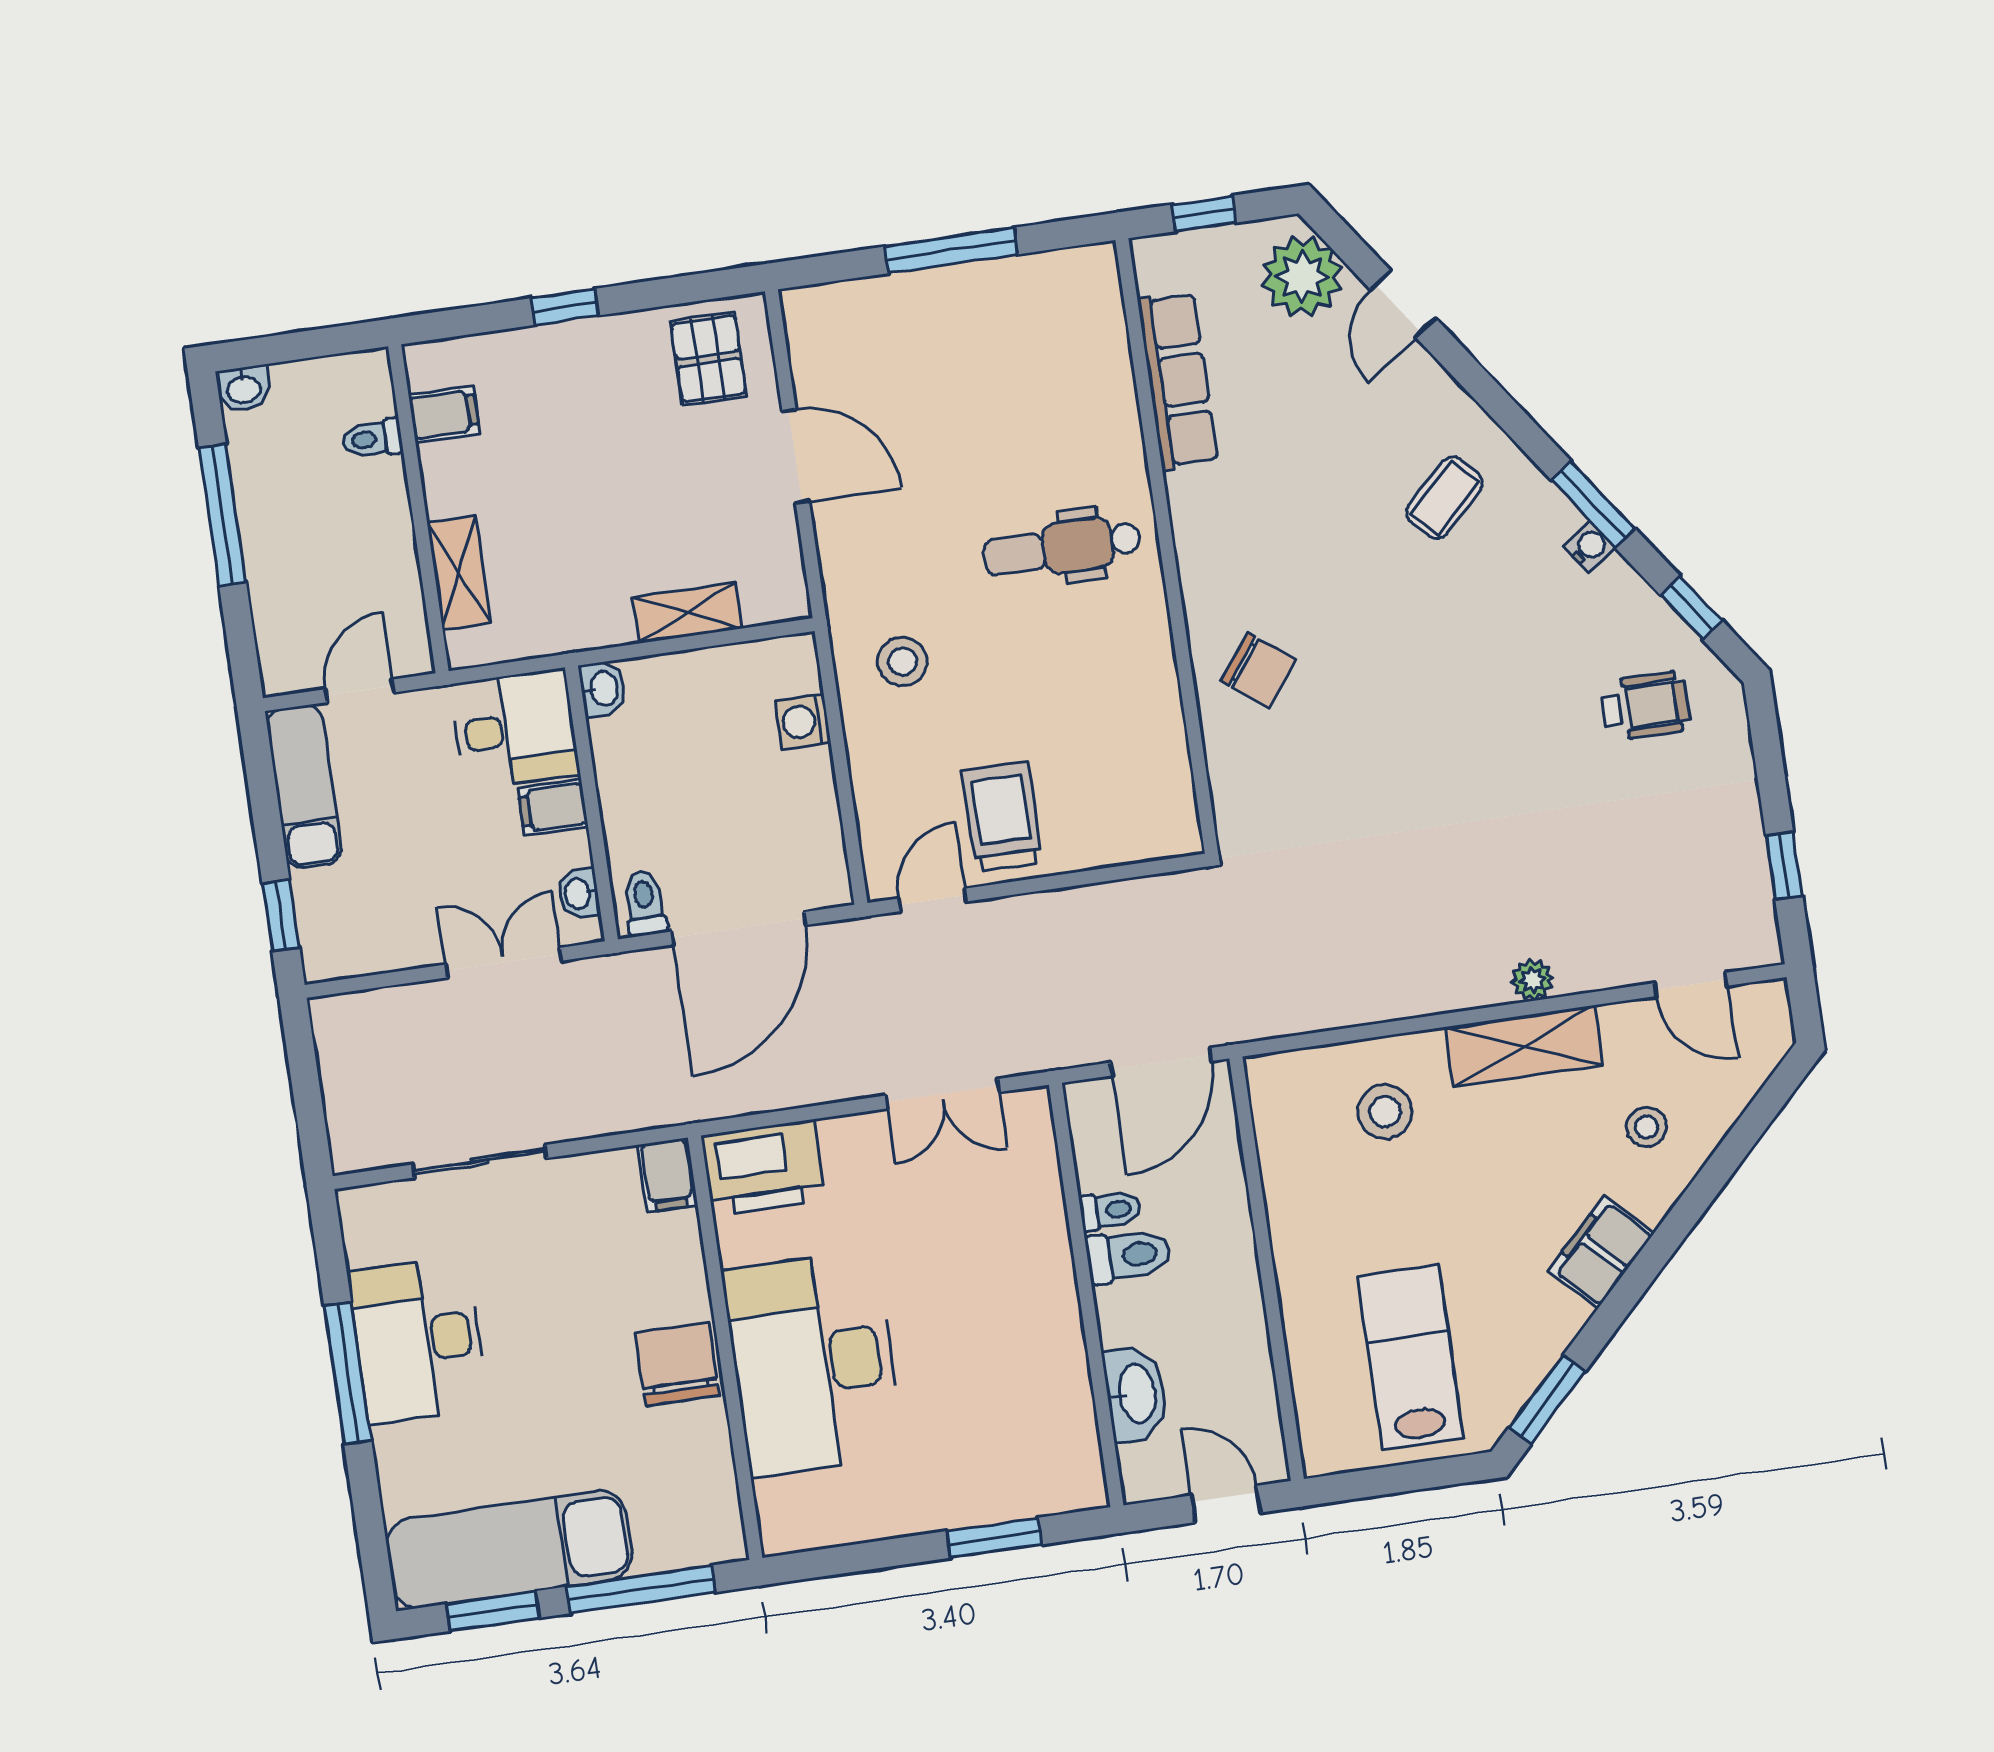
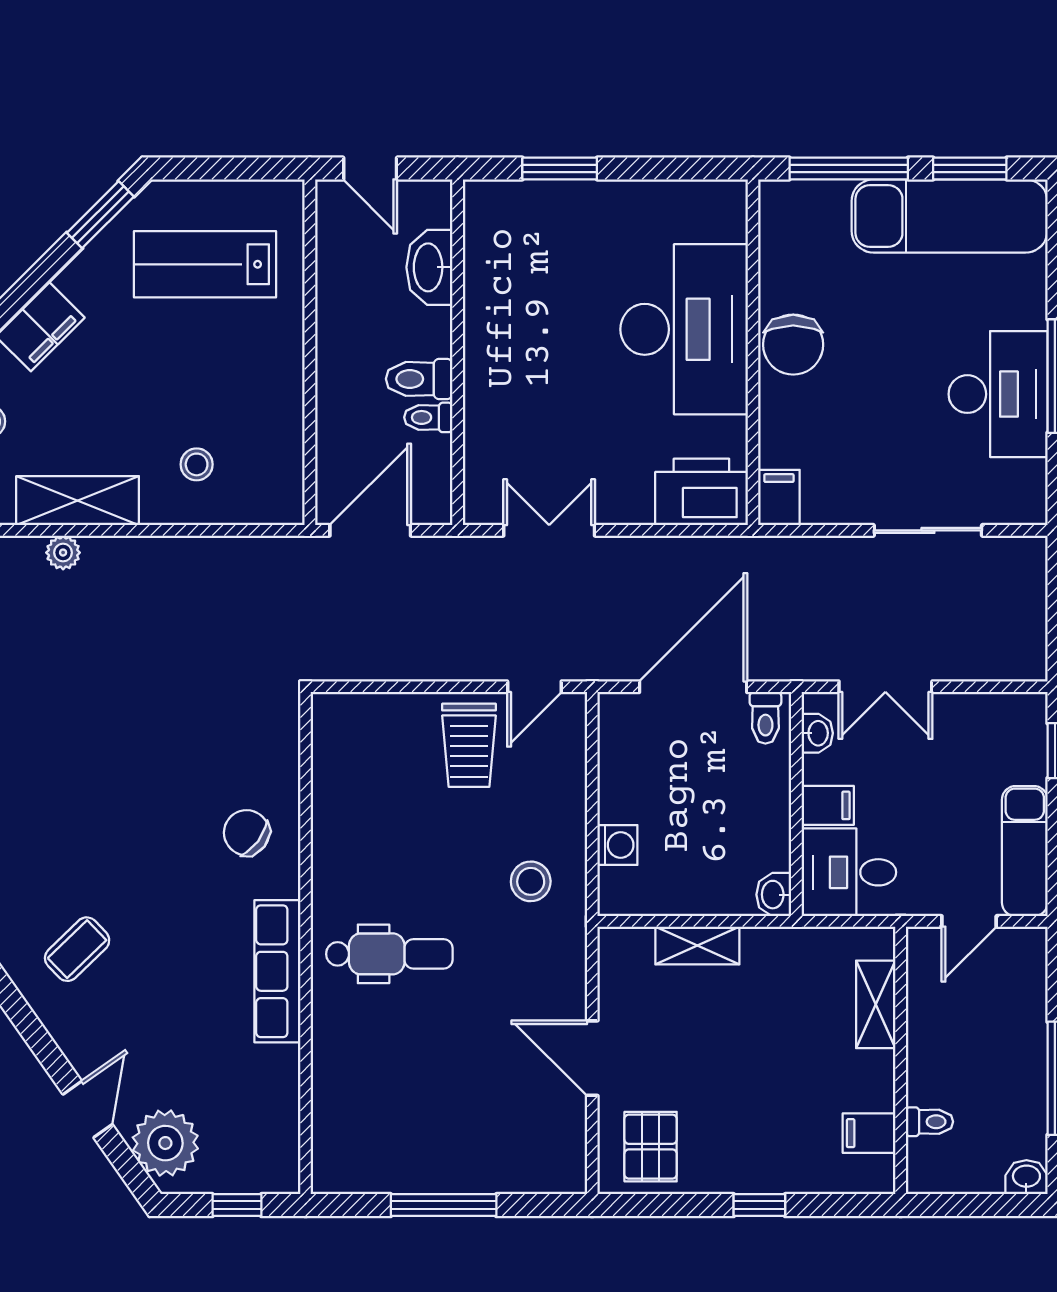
row of seats: (1178, 381) -> (277, 971), moved
stool: (1385, 1112) -> (197, 464), width x0.73, depth x0.73
lab bench: (1410, 1358) -> (205, 264), turned 90

